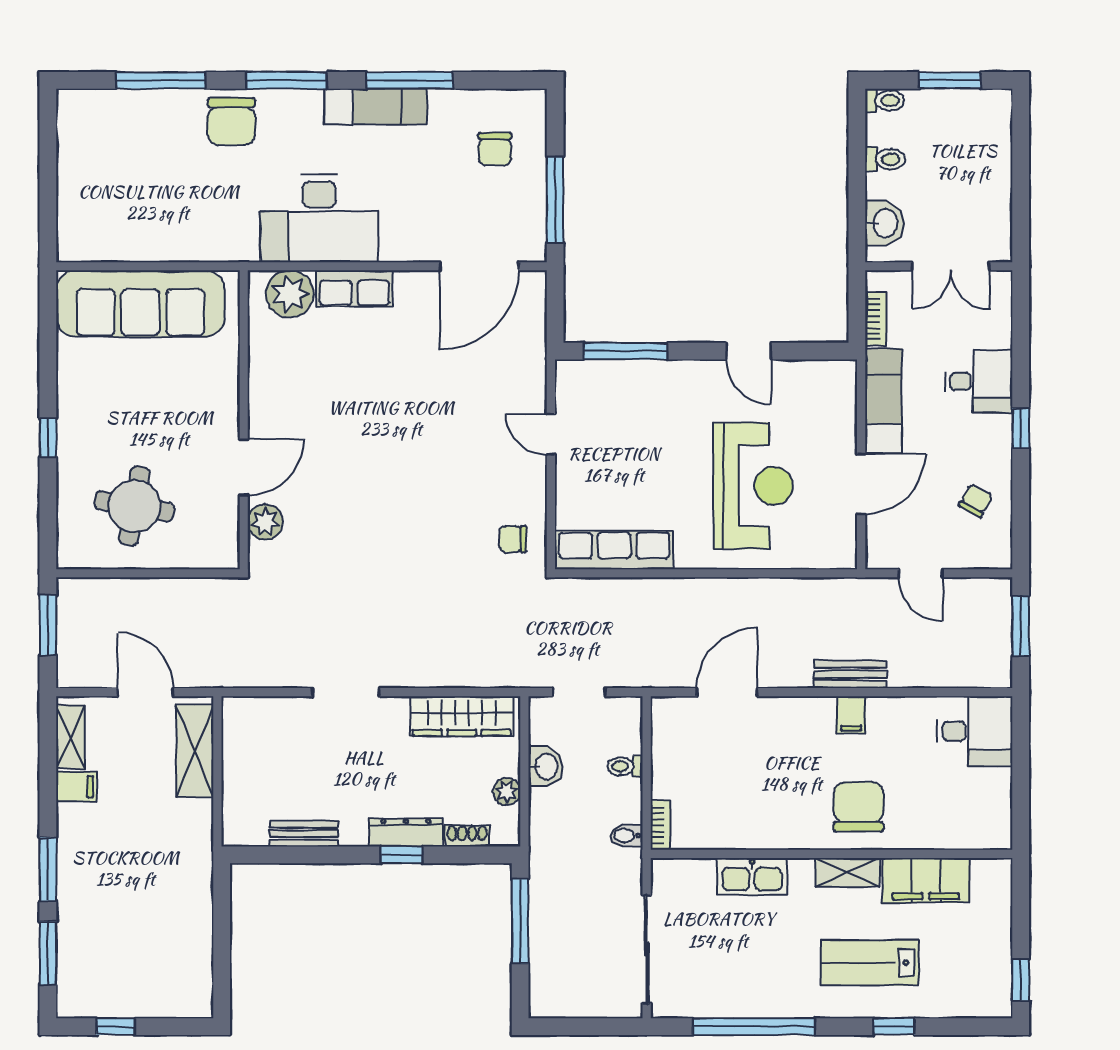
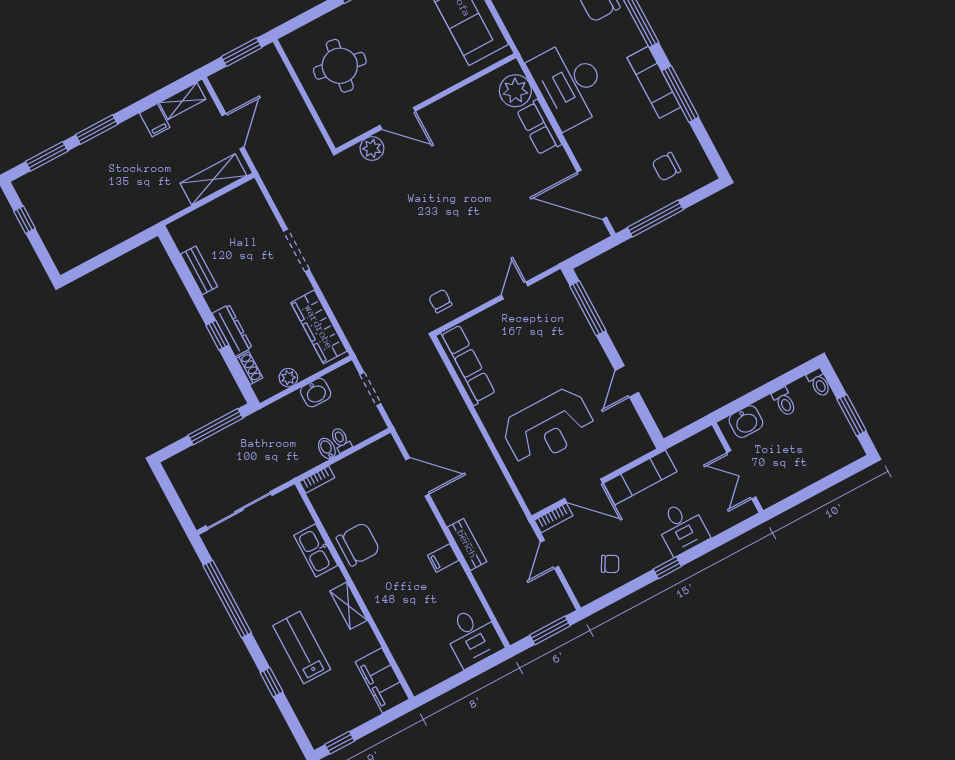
bookcase: (876, 319) -> (554, 518), moved
chair: (859, 807) -> (358, 544), moved
bidet: (627, 835) -> (327, 448), moved
filing cabinet: (926, 880) -> (382, 680), moved

